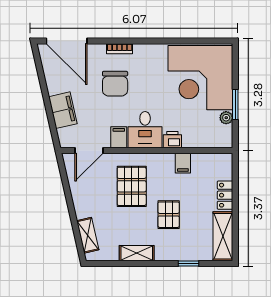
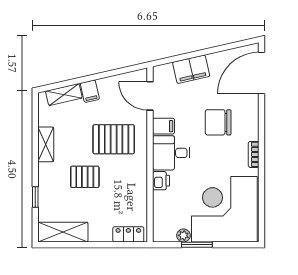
bookcase: (120, 49) -> (254, 154), moved
filing cabinet: (183, 163) -> (90, 91), moved, turned -103
locker: (225, 195) -> (128, 234), moved

